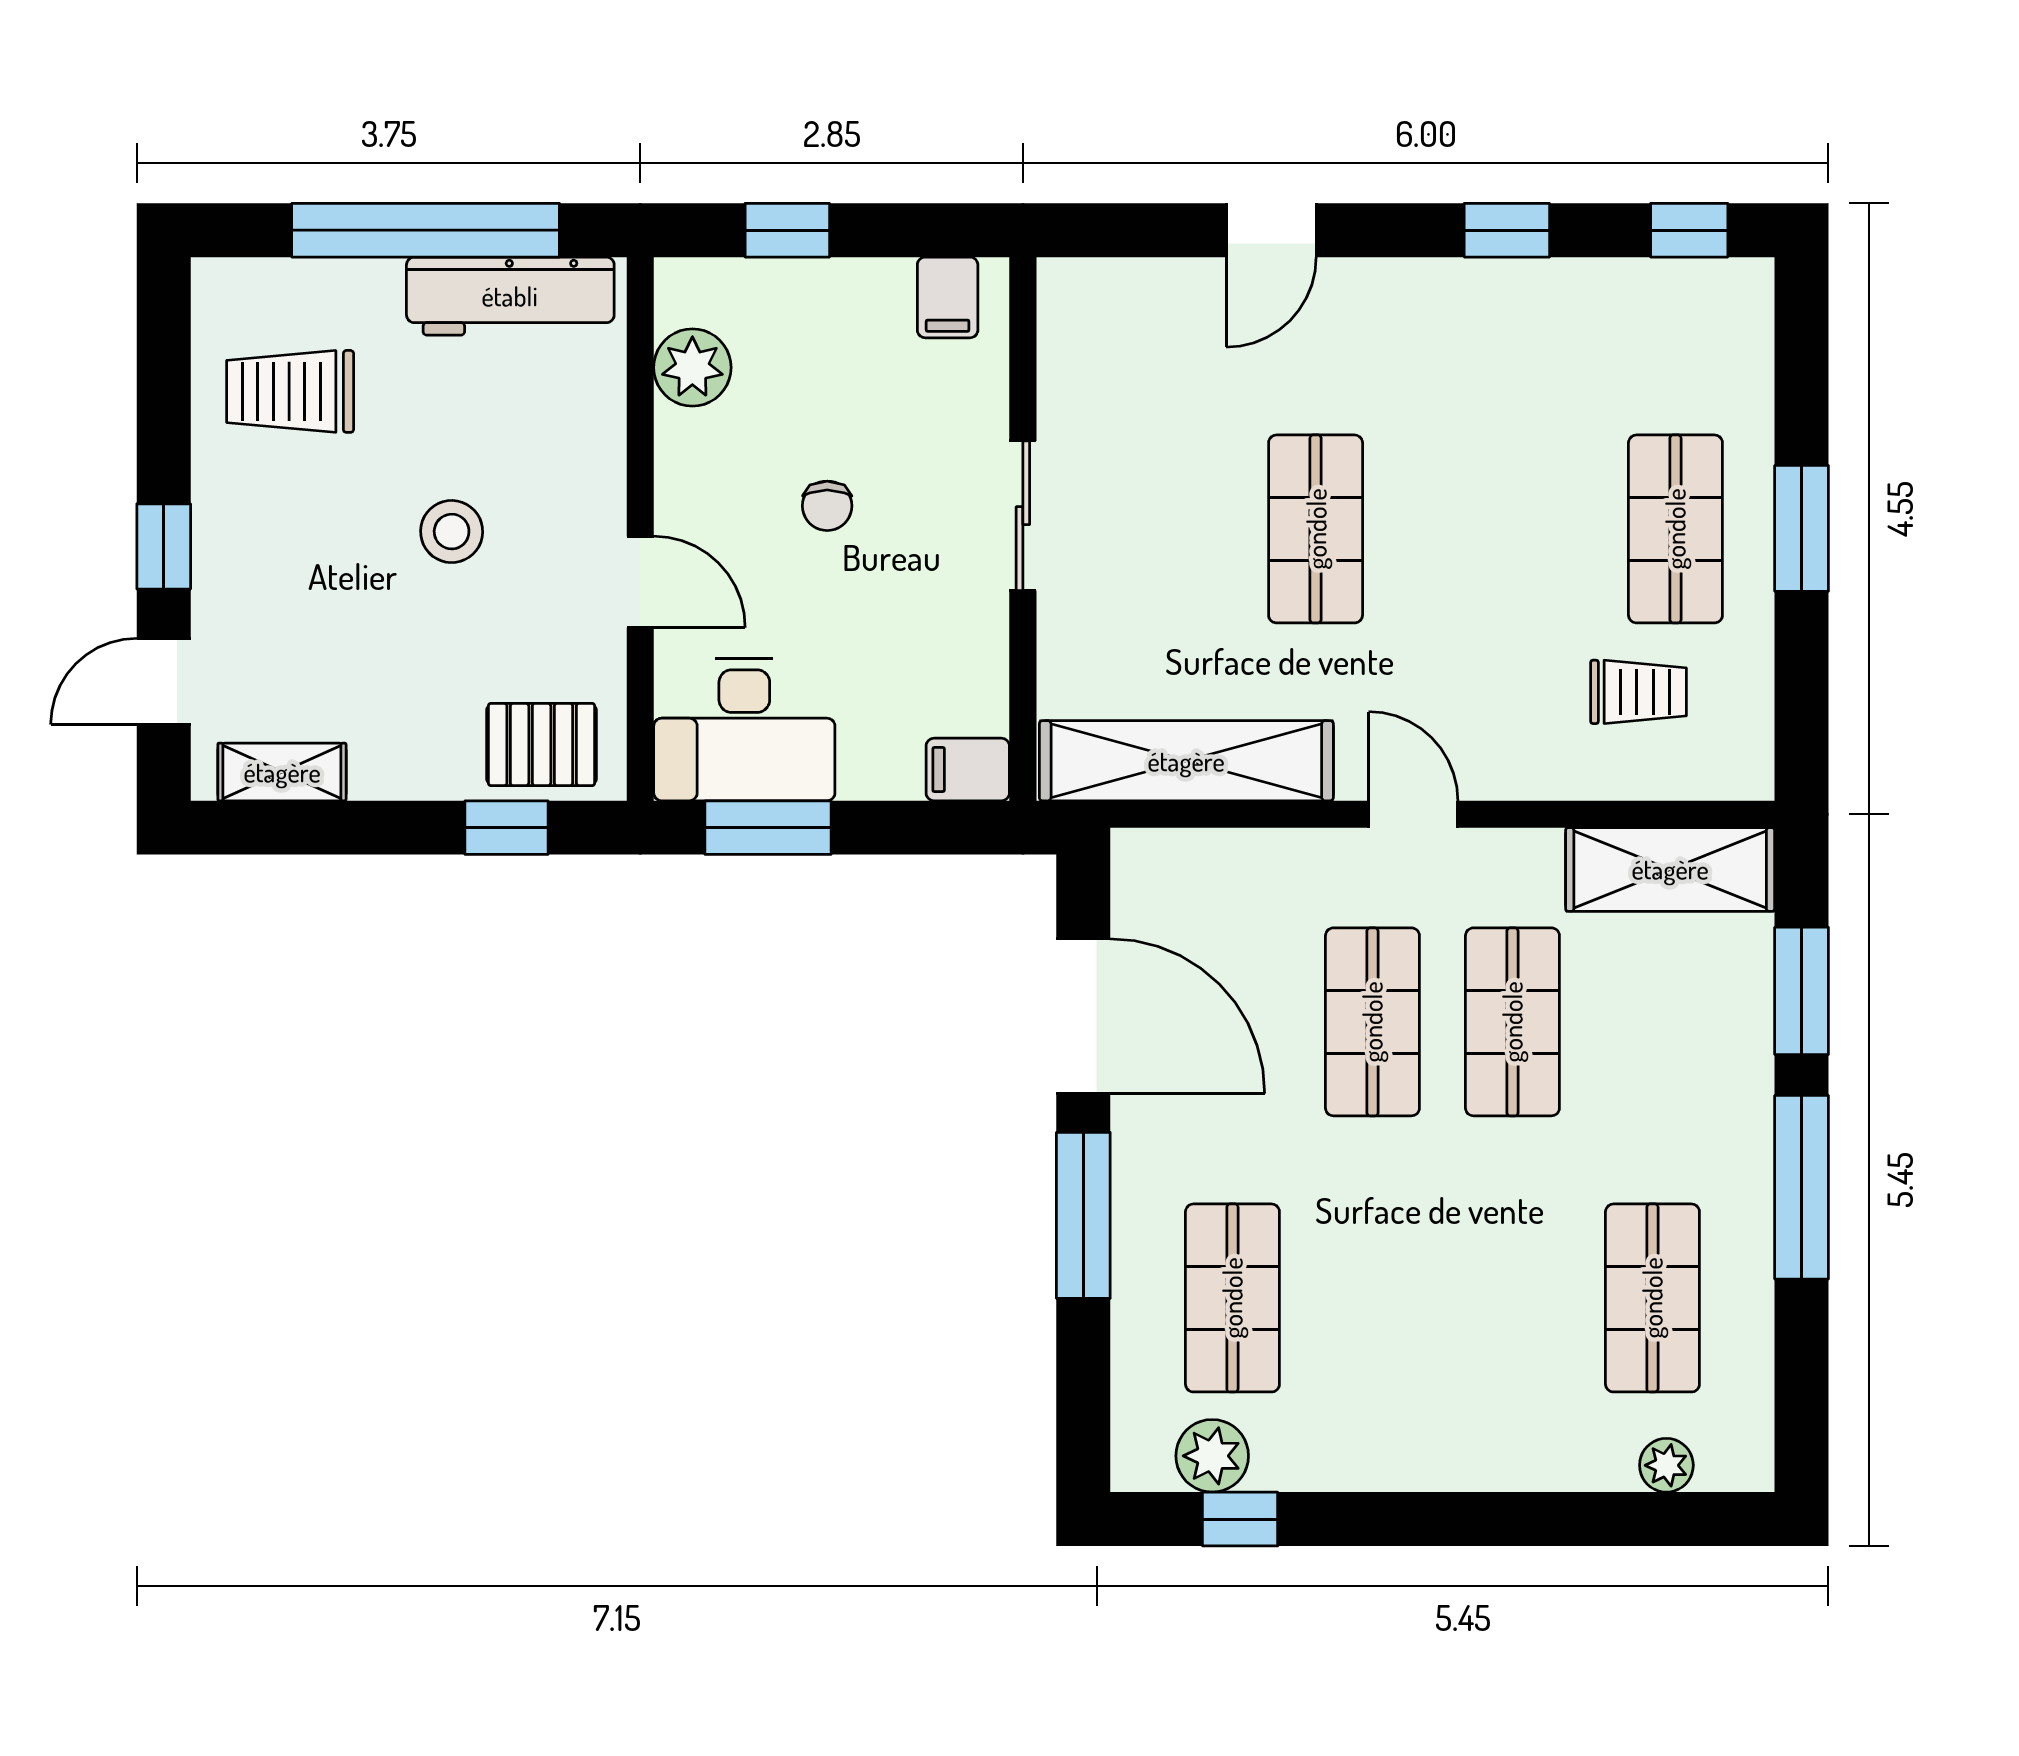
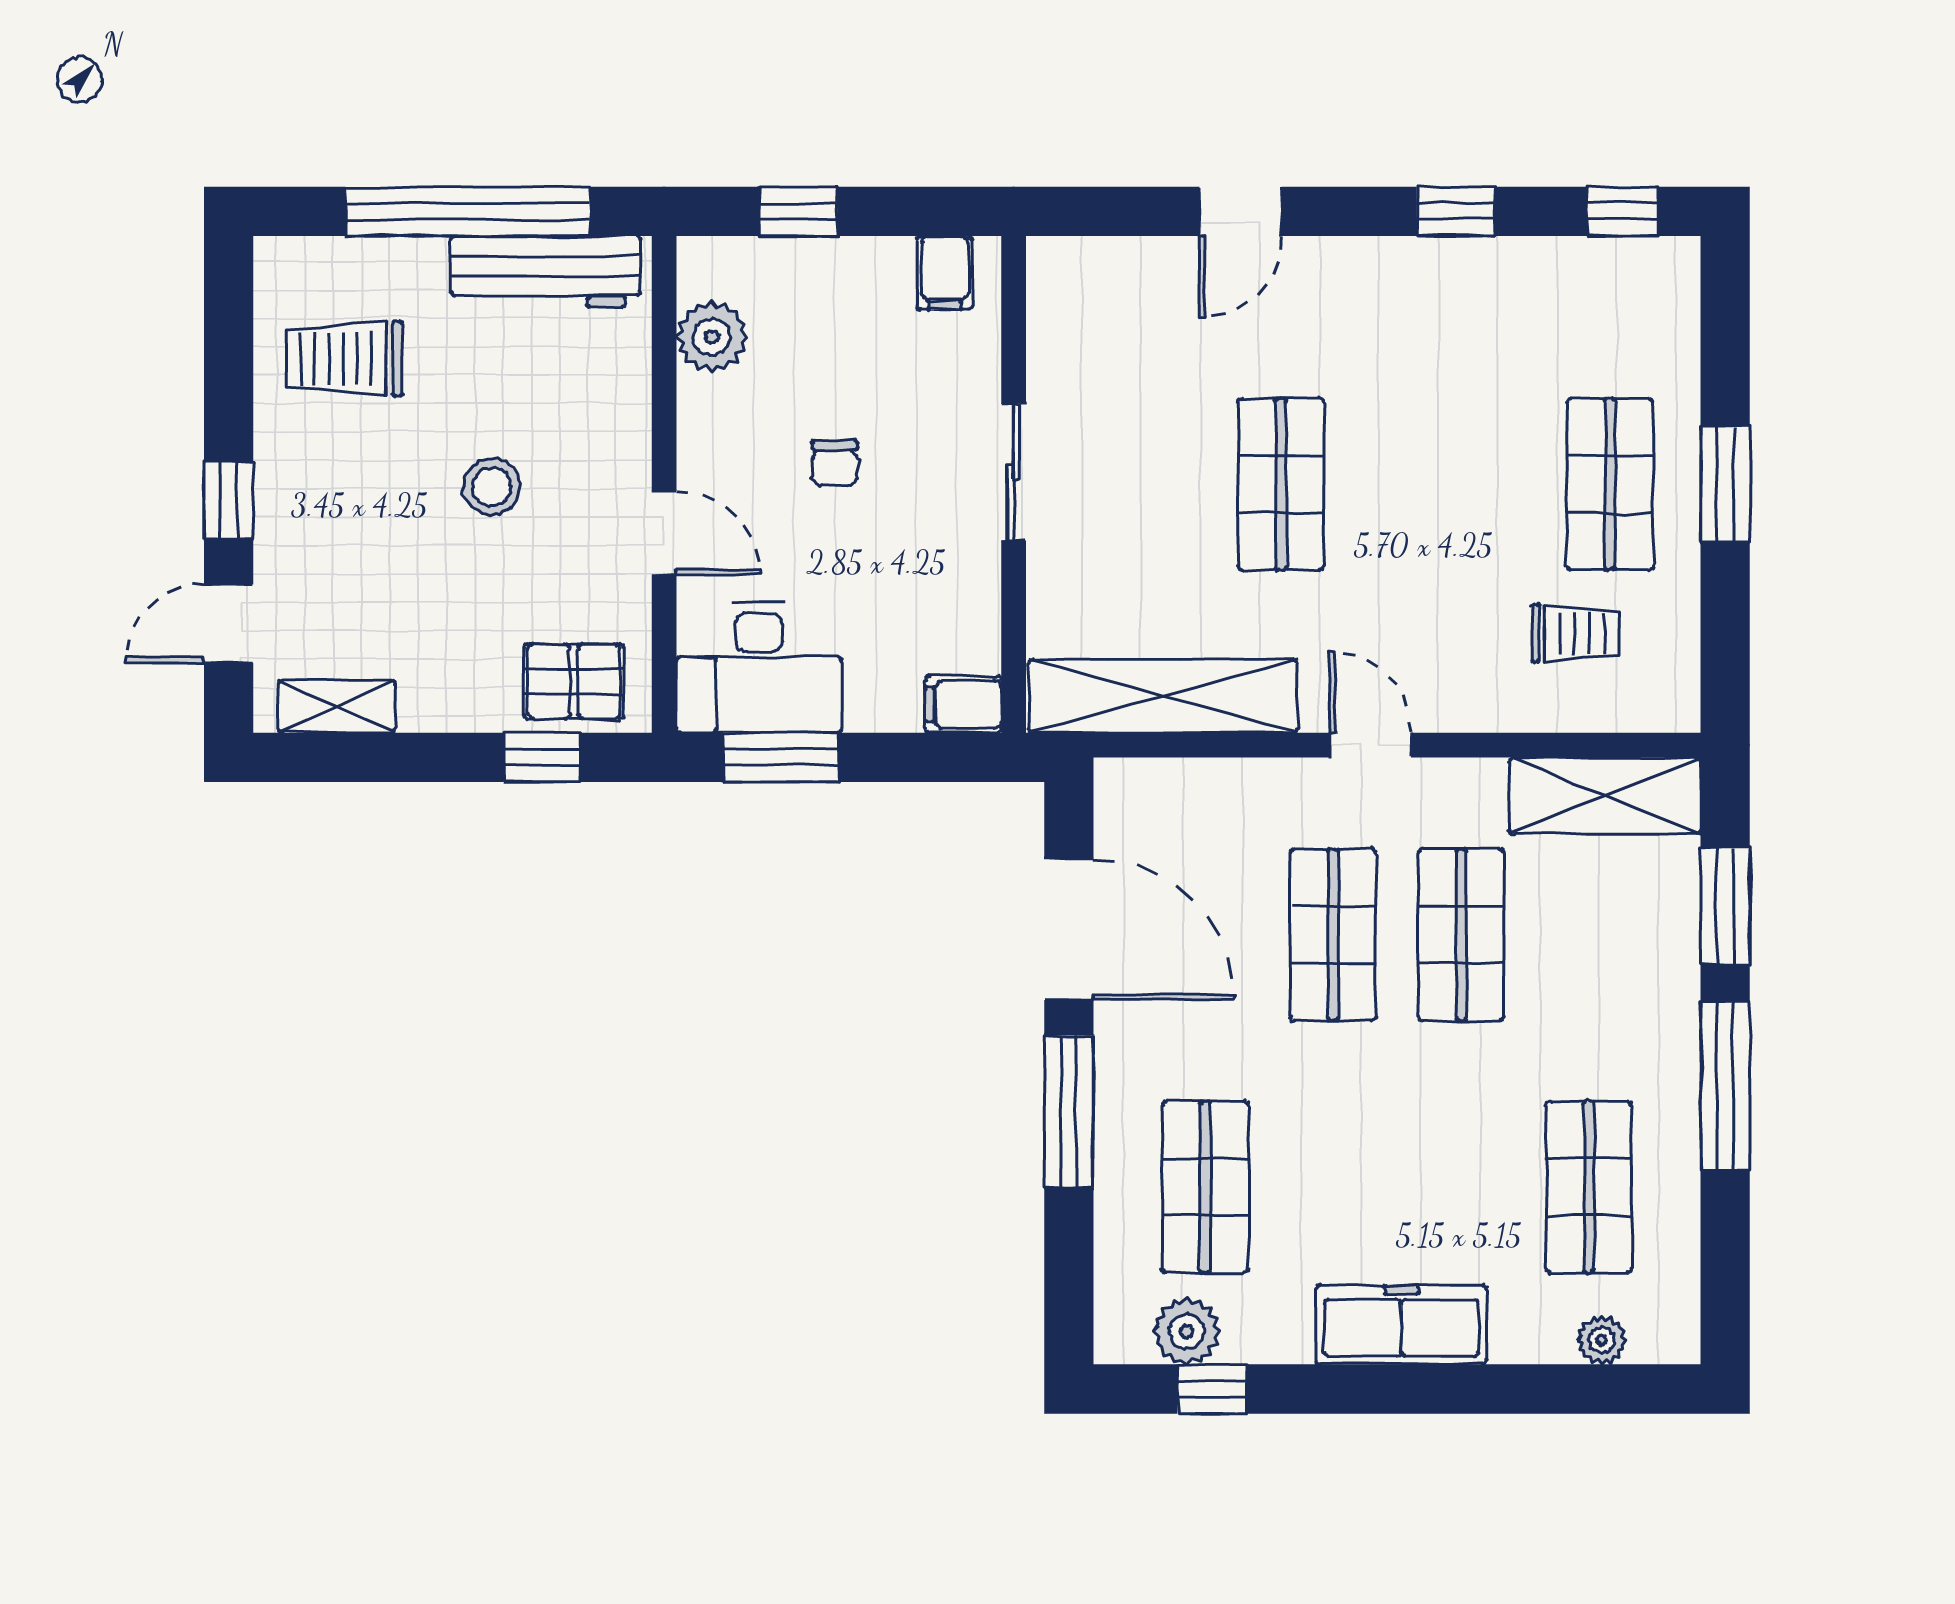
freezer: (1447, 1449) -> (1401, 1325), added

